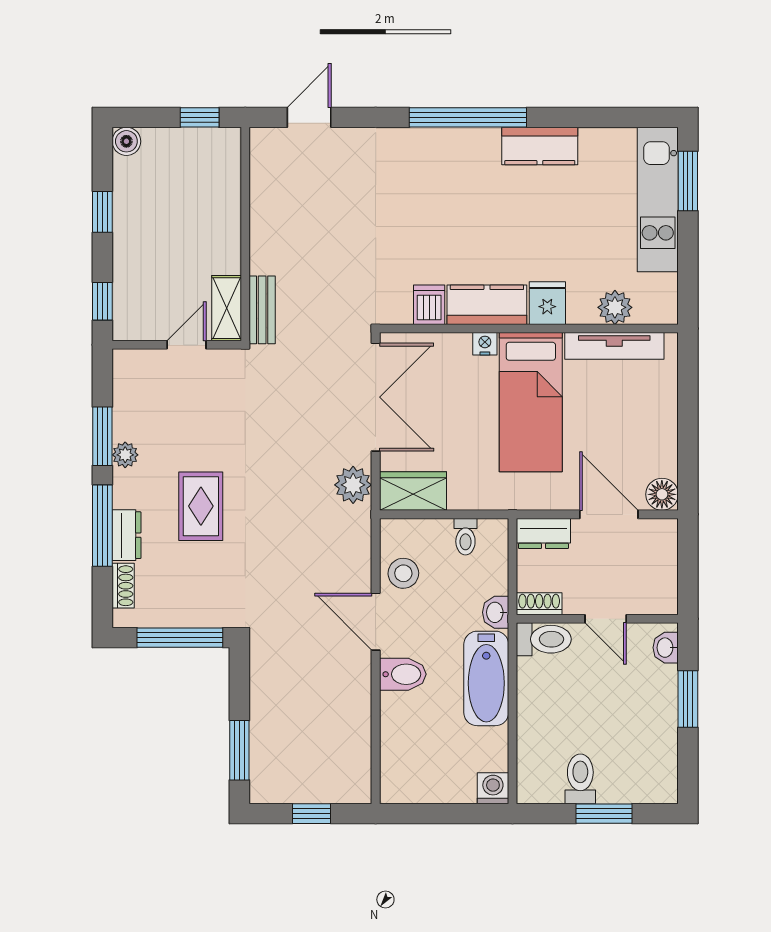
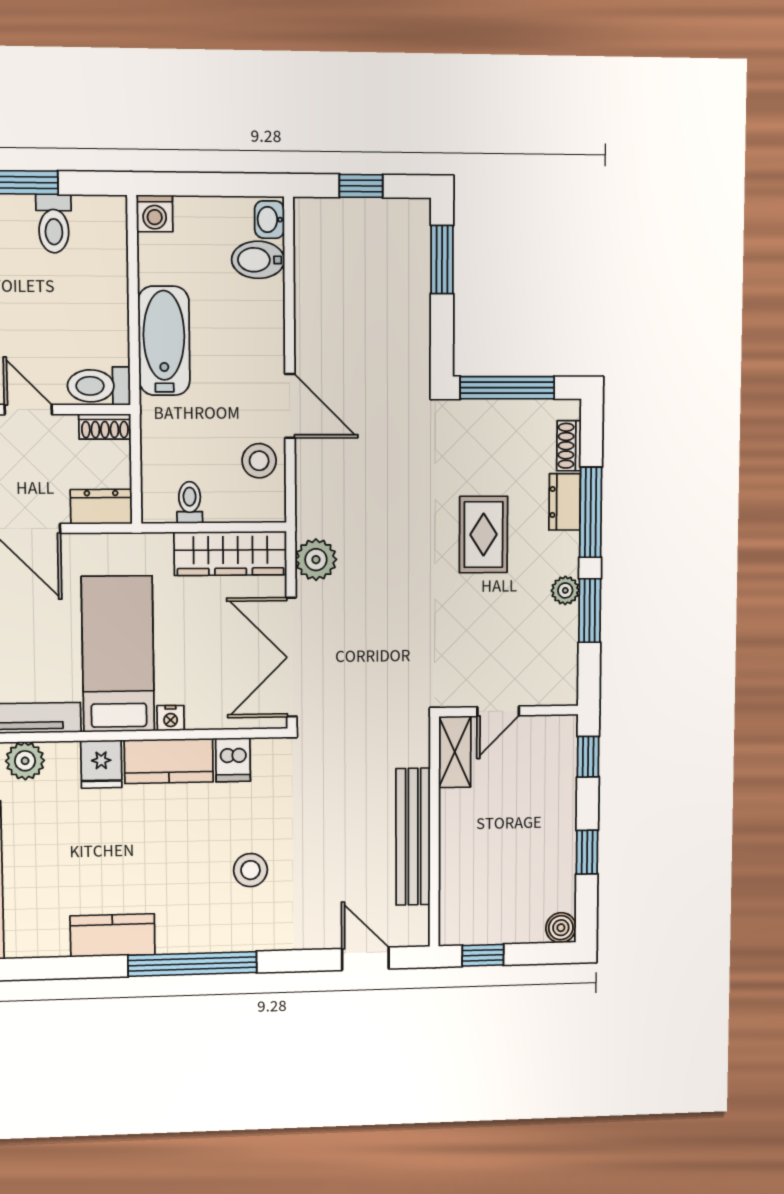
door: (309, 117) -> (365, 959), swing flipped
stool: (414, 203) -> (250, 870), added
bench: (262, 310) -> (413, 837), moved, width x1.86, depth x1.21
wardrobe: (413, 491) -> (230, 553), width x1.50
washbasin: (496, 612) -> (269, 220), moved, turned 180
bidet: (403, 674) -> (258, 260), moved

